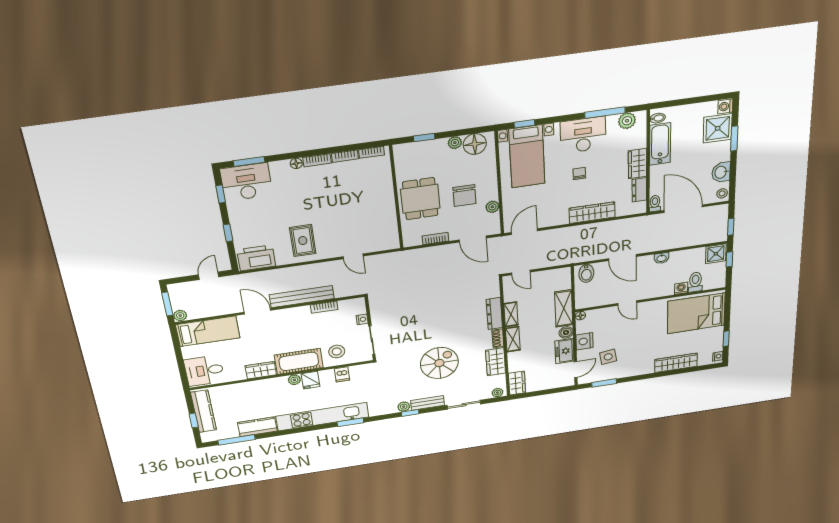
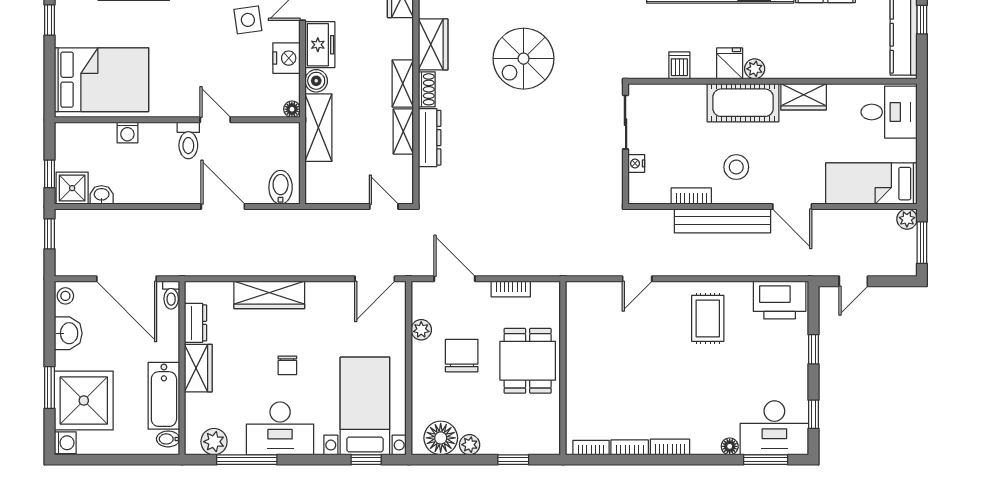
shower: (718, 128) -> (84, 401), width x1.37, depth x1.37
floor lamp: (296, 163) -> (730, 446), moved
door: (353, 256) -> (637, 279), swing flipped
washbasin: (662, 258) -> (102, 195), moved
toilet: (695, 282) -> (188, 140), moved
stool: (337, 352) -> (736, 167), moved

